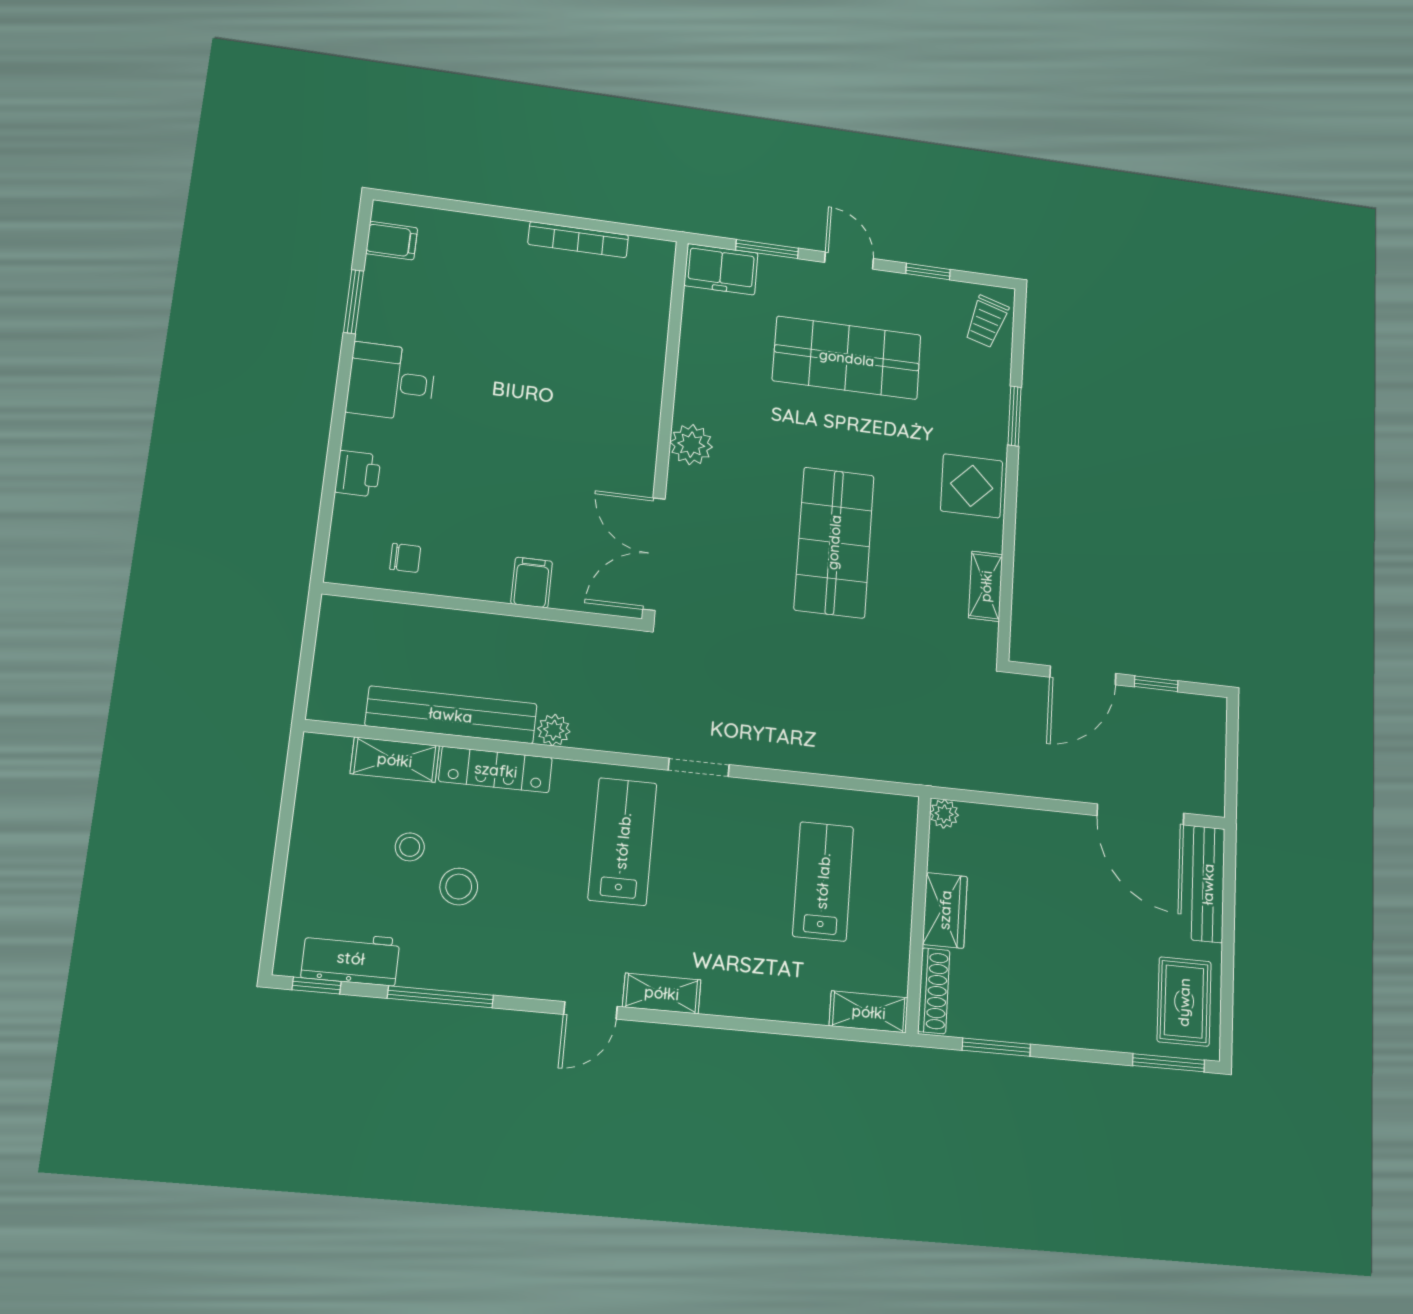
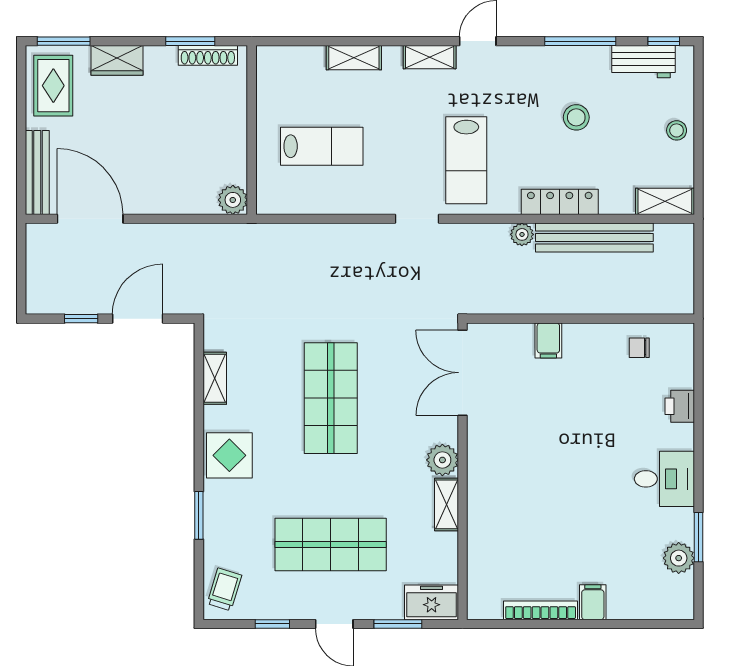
filing cabinet: (392, 241) -> (593, 602), moved, turned 90
plant: (384, 279) -> (679, 558), added
shelving: (691, 388) -> (447, 504), added
double door: (654, 554) -> (463, 373), swing flipped
shelving: (395, 760) -> (665, 201), moved
plant: (944, 814) -> (233, 200), width x1.38, depth x1.38
stool: (410, 847) -> (677, 130), moved
lab bench: (823, 881) -> (322, 146), turned -90
wardrobe: (945, 910) -> (117, 60), moved, turned -90
shoe rack: (934, 991) -> (208, 55), moved, turned -90
shelving: (869, 1012) -> (354, 58), moved

